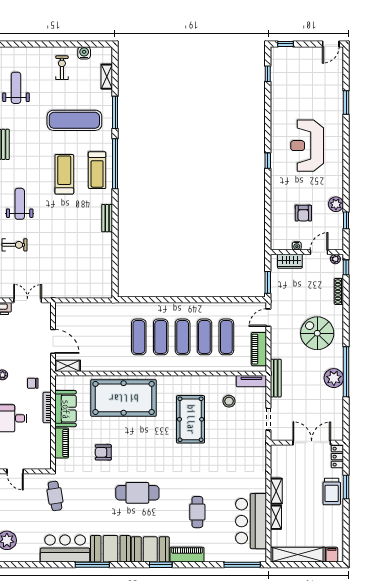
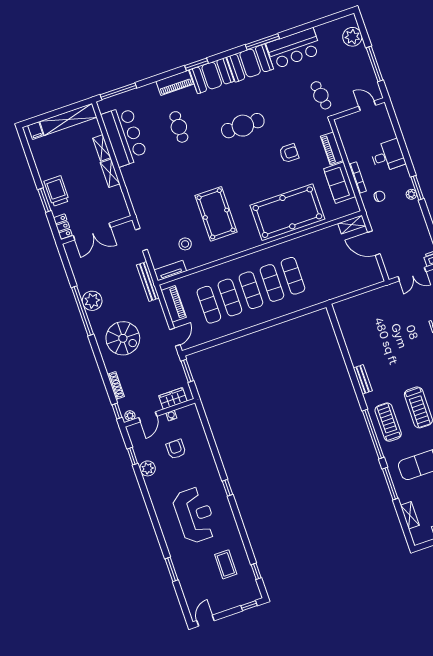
coffee table: (294, 90) -> (226, 564), added

